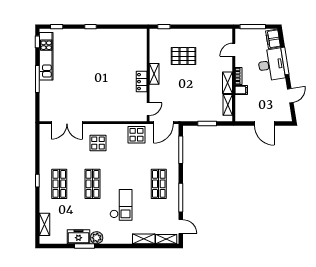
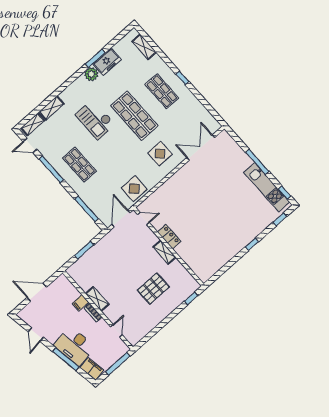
shelving: (228, 105) -> (81, 281), removed
door: (148, 109) -> (143, 219), swing flipped
shop shelf: (92, 184) -> (134, 116), width x1.43, depth x1.36

